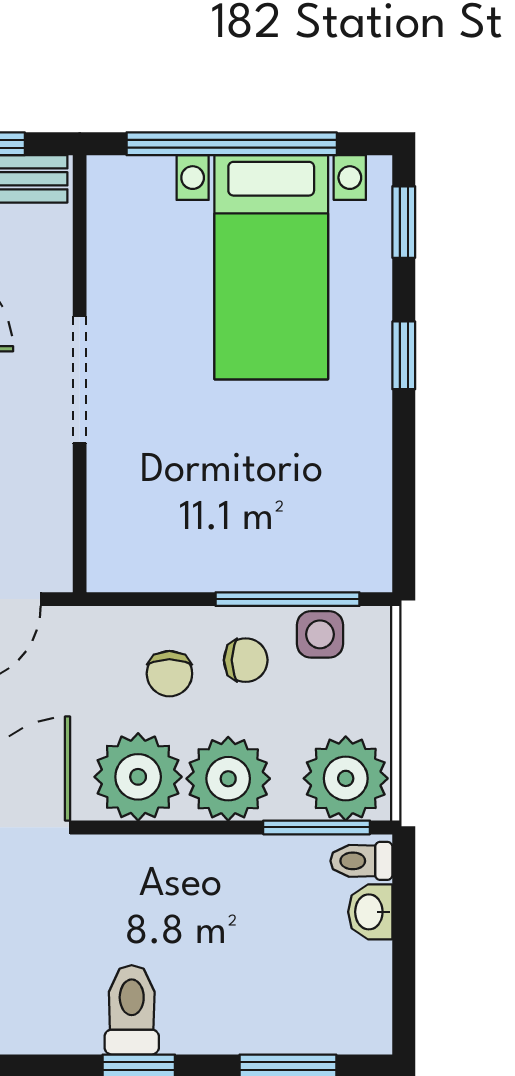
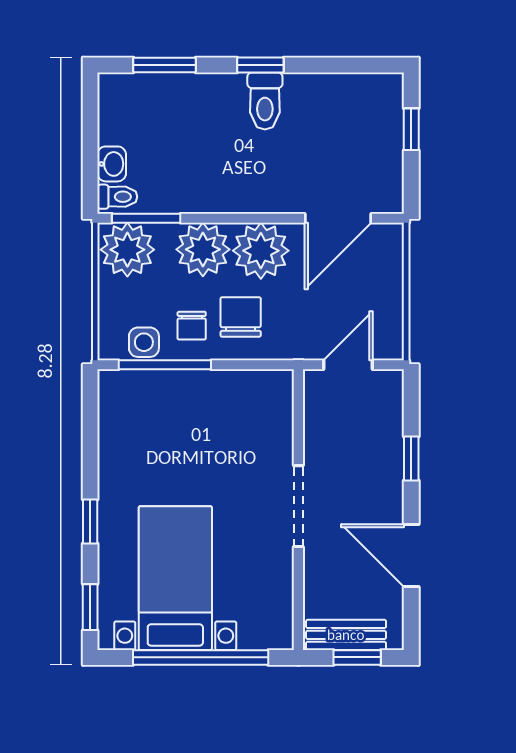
chair: (246, 660) -> (192, 326), turned -90
chair: (169, 674) -> (241, 317), width x1.37, depth x1.37

